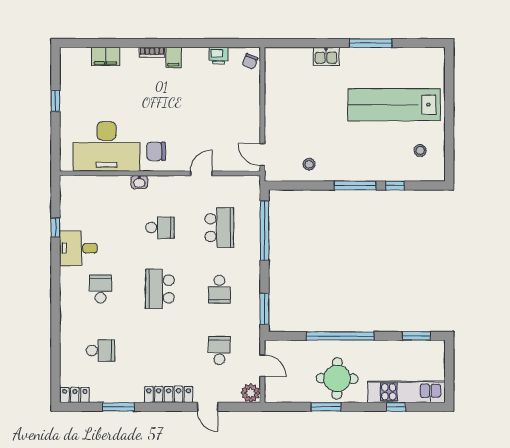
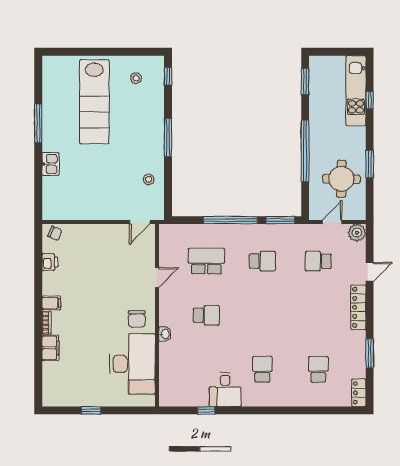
filing cabinet: (106, 57) -> (51, 348), moved
door: (201, 173) -> (157, 278), swing flipped
window: (395, 186) -> (168, 76), moved
school desk: (160, 228) -> (206, 315), turned 90
window: (264, 231) -> (230, 220), moved
school desk: (101, 289) -> (262, 369), turned 90
school desk: (160, 289) -> (262, 315), removed
round table: (337, 378) -> (341, 179), moved

